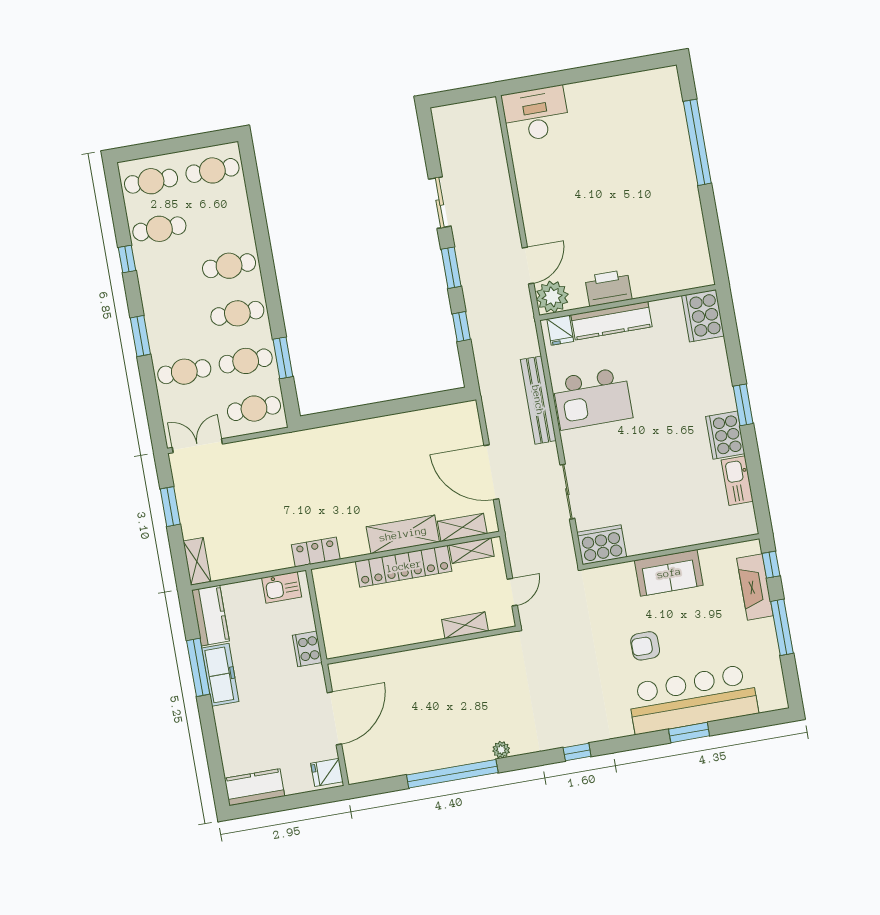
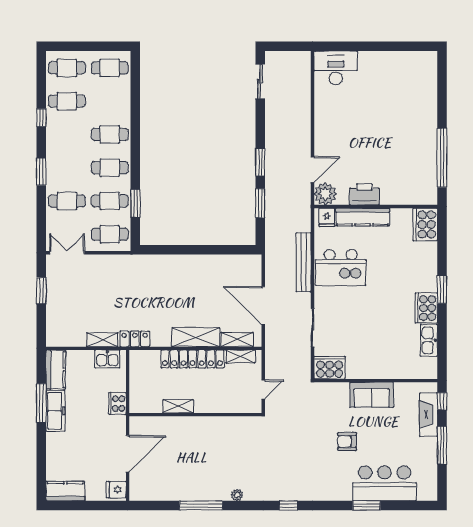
window: (697, 142) -> (442, 158), moved
sliding door: (440, 203) -> (260, 82), moved
window: (461, 327) -> (260, 203), width x1.50
shelving: (197, 561) -> (102, 340), moved, turned 90
shelving: (465, 625) -> (178, 406), moved
bar counter: (693, 699) -> (384, 483), width x0.73
window: (452, 774) -> (201, 505), width x0.68

